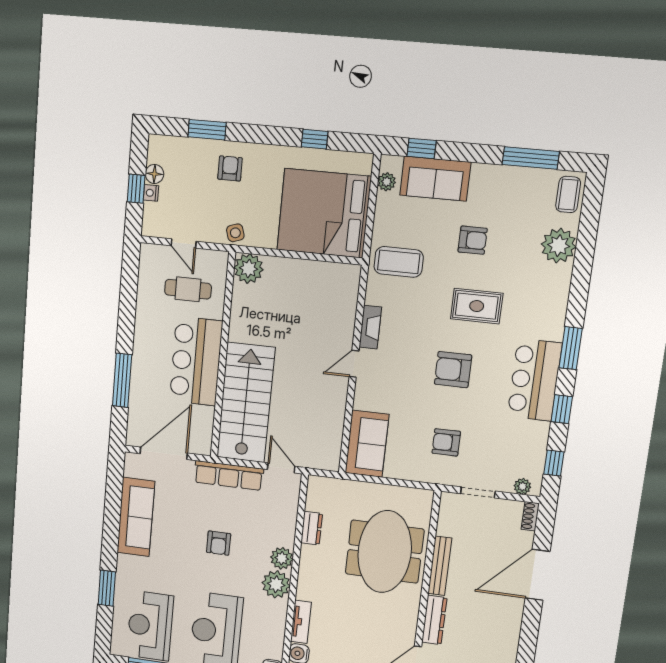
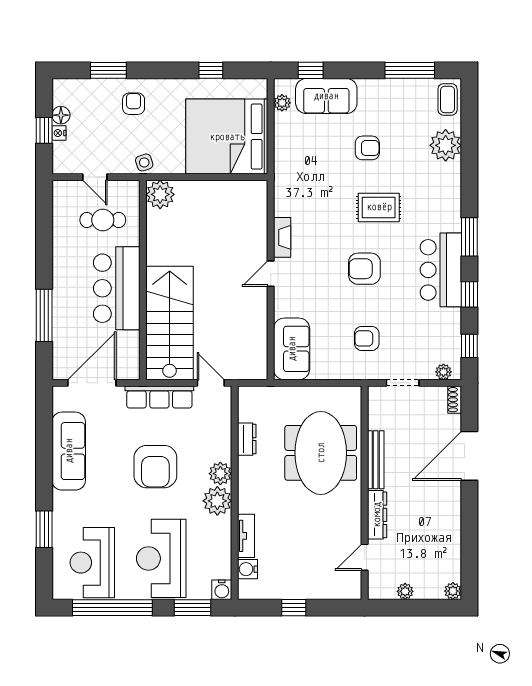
coffee table: (399, 262) -> (302, 174), removed
armchair: (219, 543) -> (155, 467), width x1.88, depth x1.88

